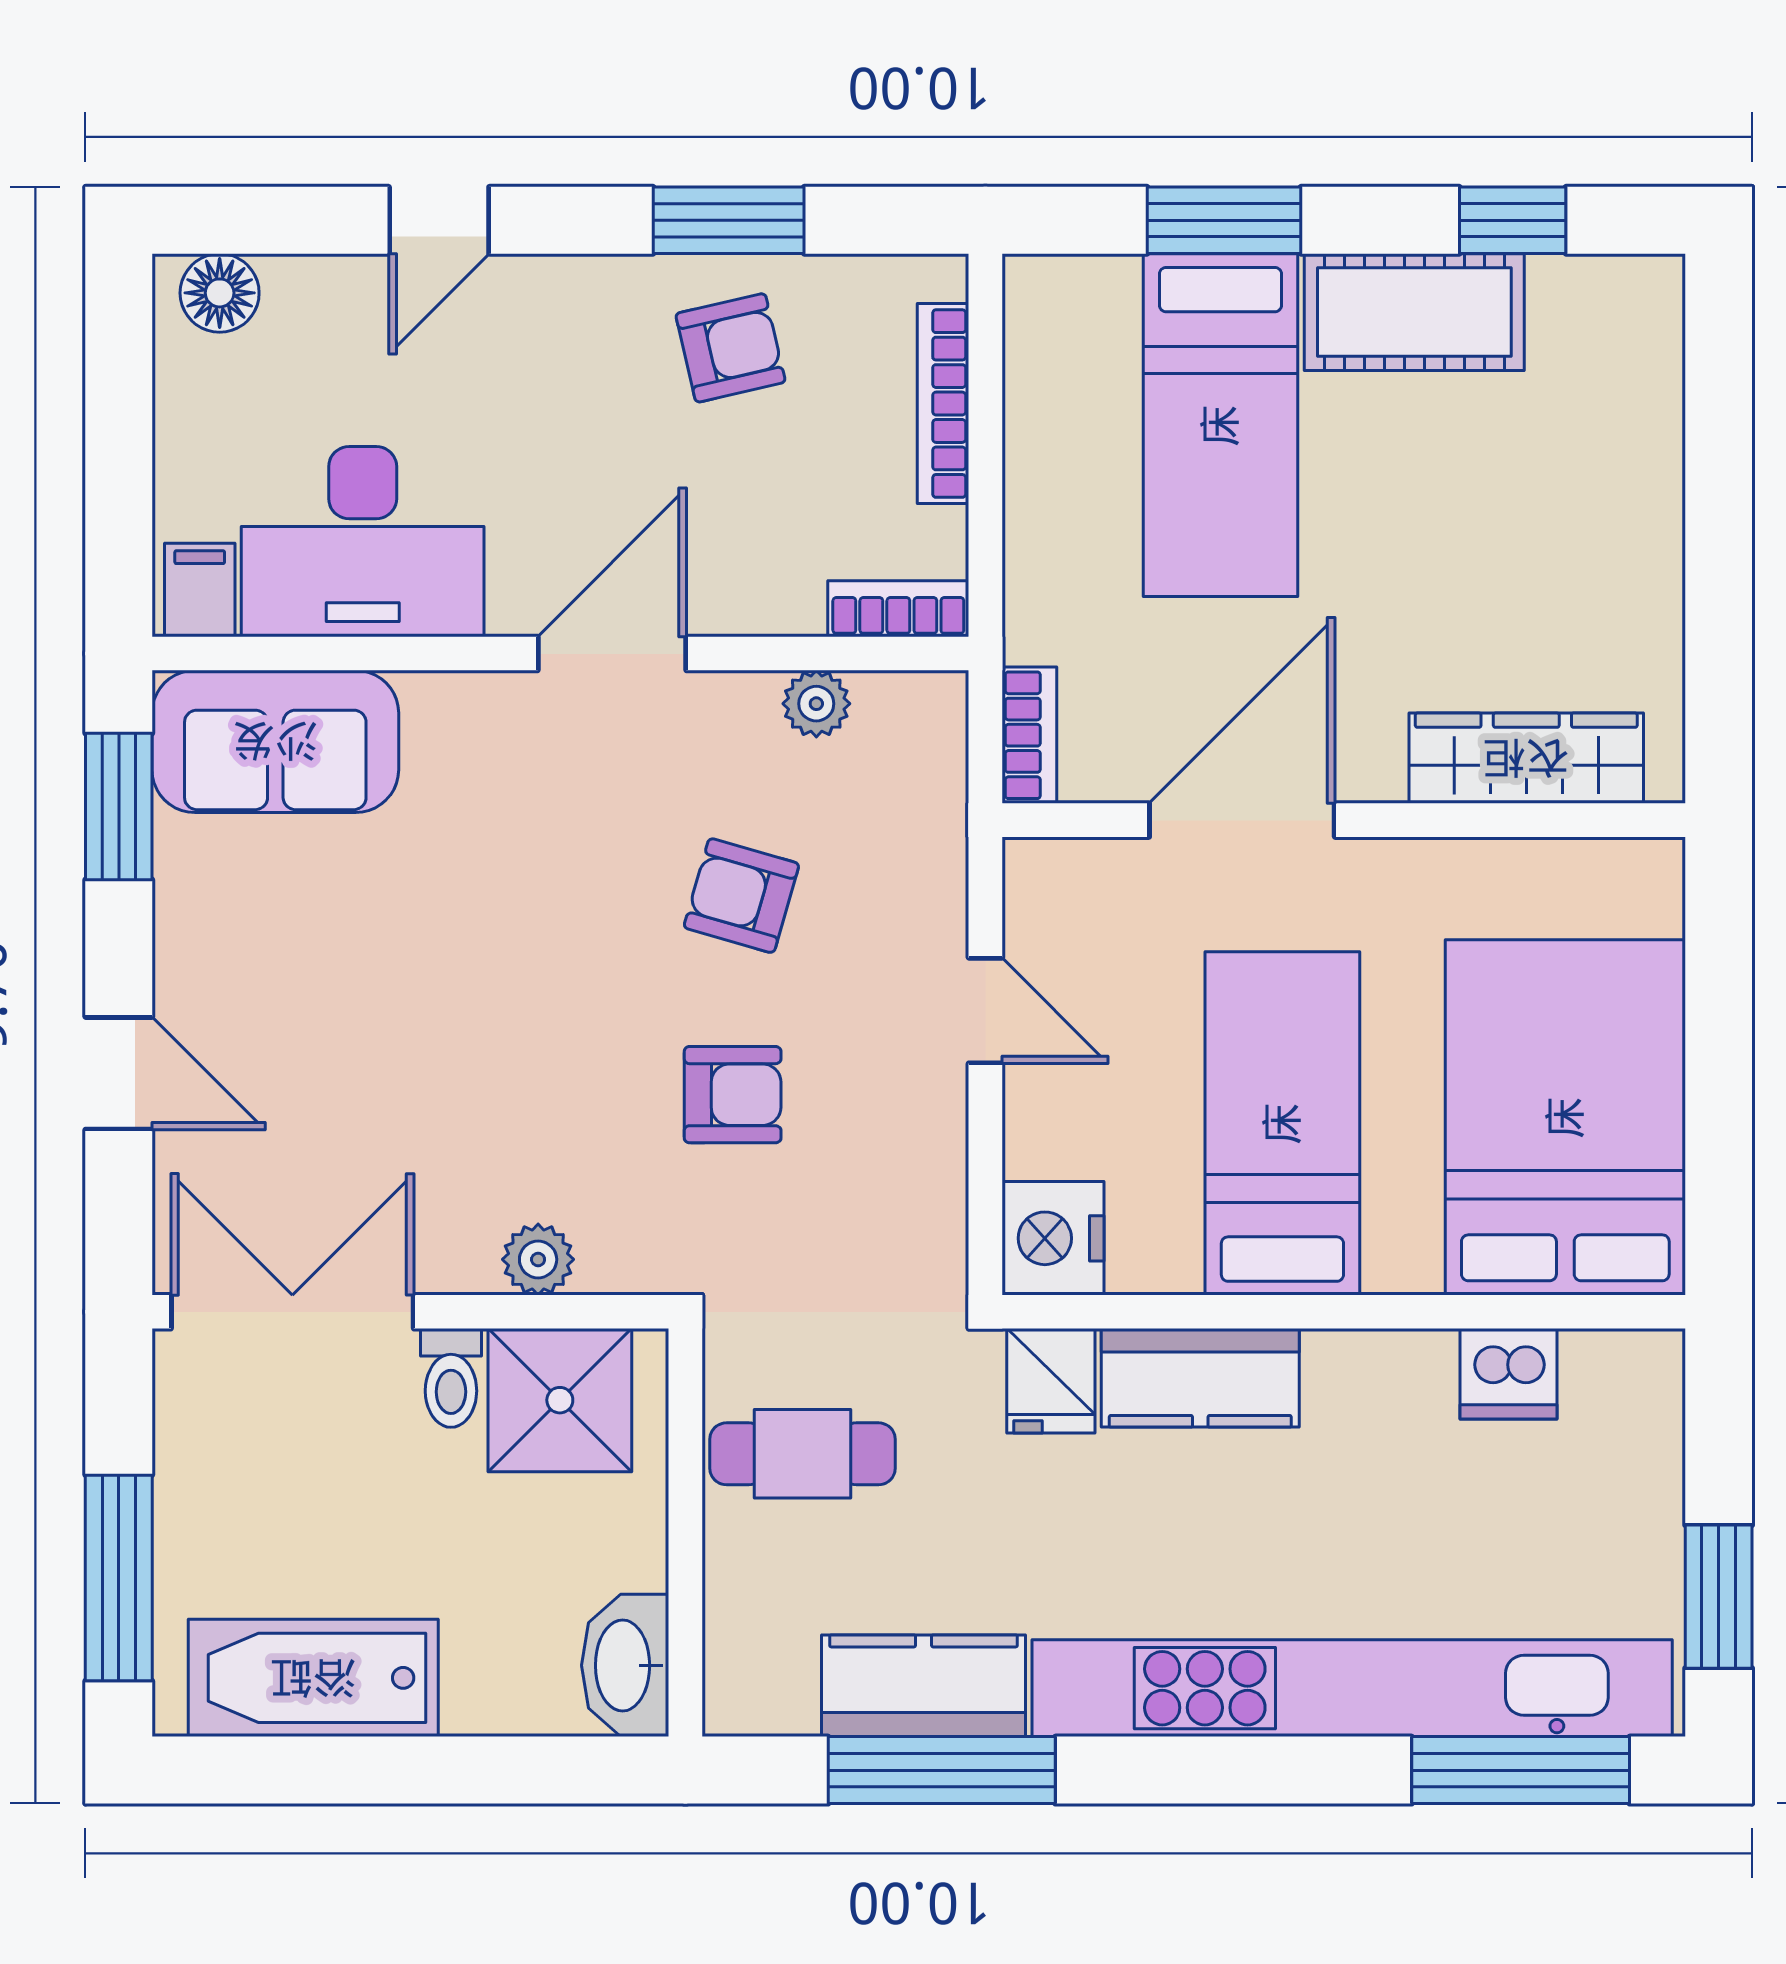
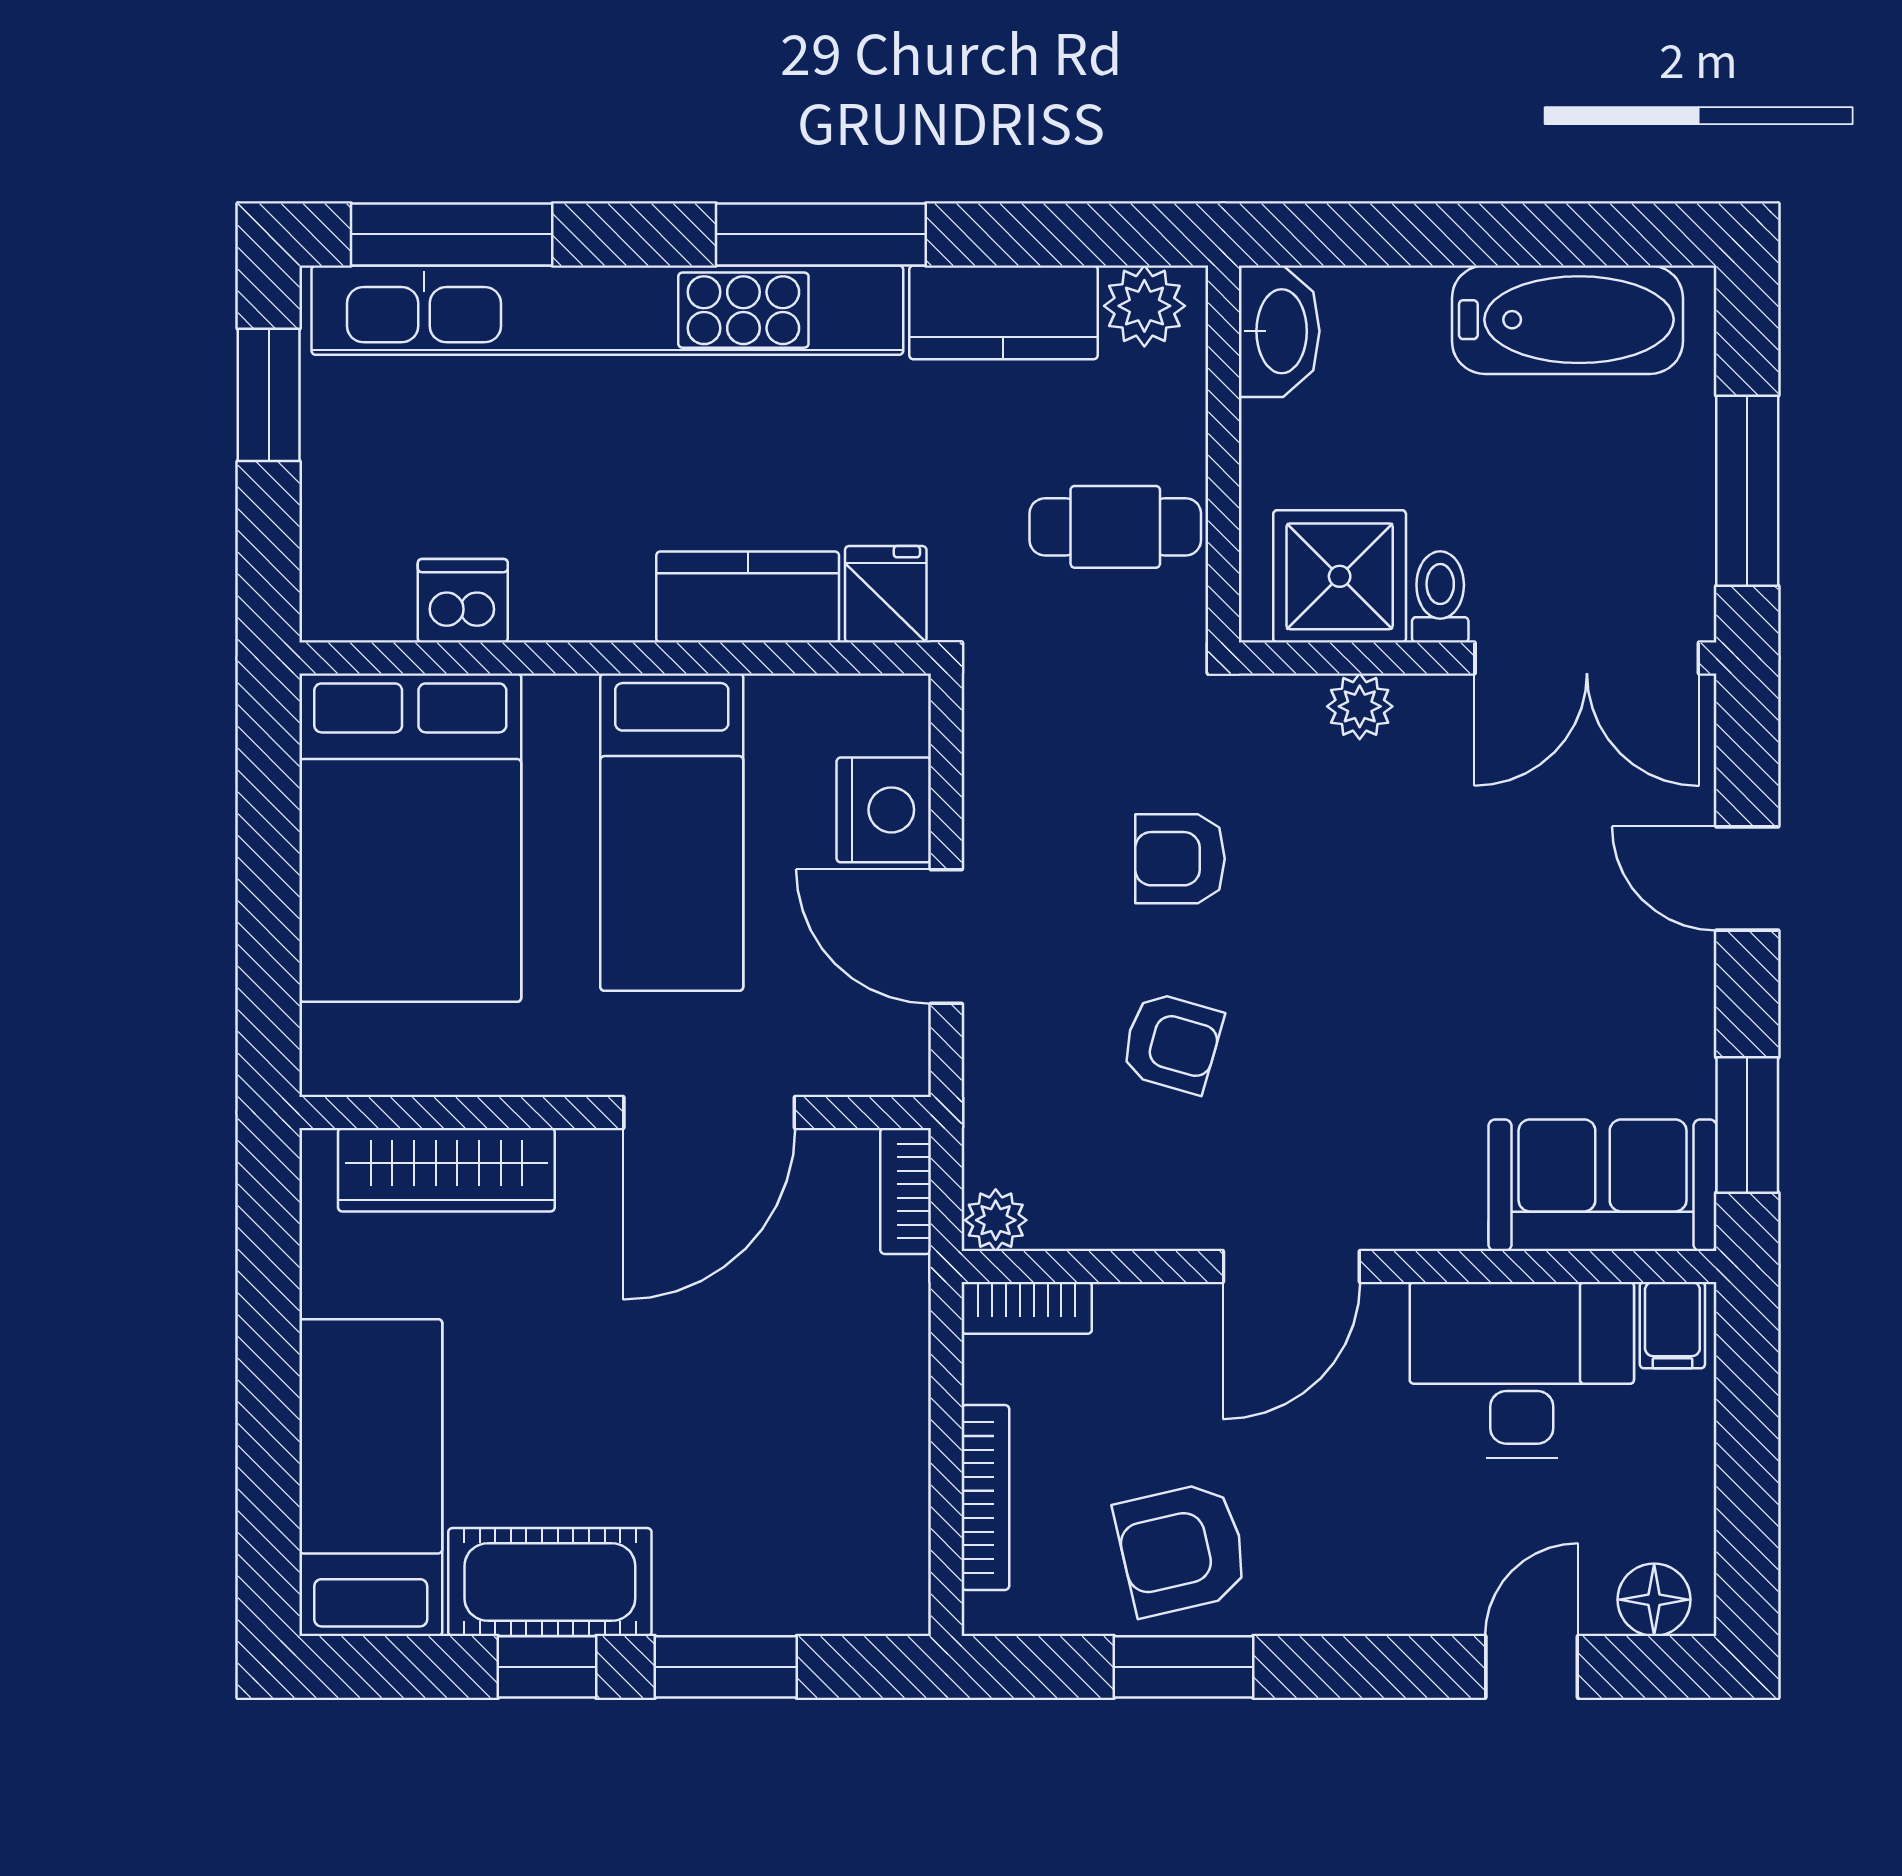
door: (439, 220) -> (1532, 1667), moved
window: (1513, 220) -> (547, 1667), moved
armchair: (730, 348) -> (1182, 1549), width x1.38, depth x1.38
bed: (1220, 425) -> (371, 1478), moved
plant: (816, 704) -> (996, 1220), moved
door: (985, 1011) -> (946, 936), width x1.38
nightstand: (1053, 1238) -> (884, 810), moved
window: (119, 1578) -> (1747, 491), moved
plant: (771, 1693) -> (1144, 306), added
window: (942, 1770) -> (821, 234), moved

